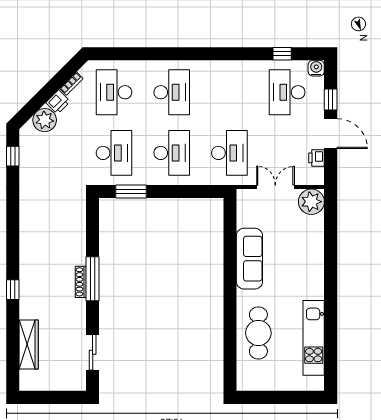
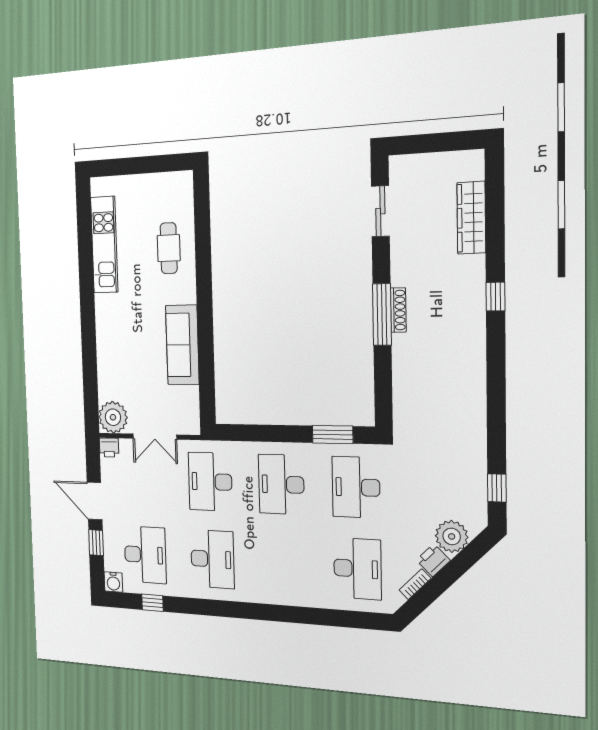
desk: (172, 92) -> (212, 559), moved, turned 180
printer: (317, 158) -> (109, 448), moved, turned 90
cafe table: (258, 333) -> (169, 248), width x0.73, depth x0.74

